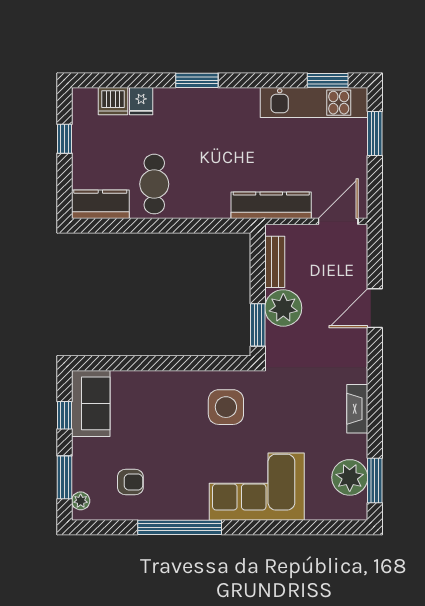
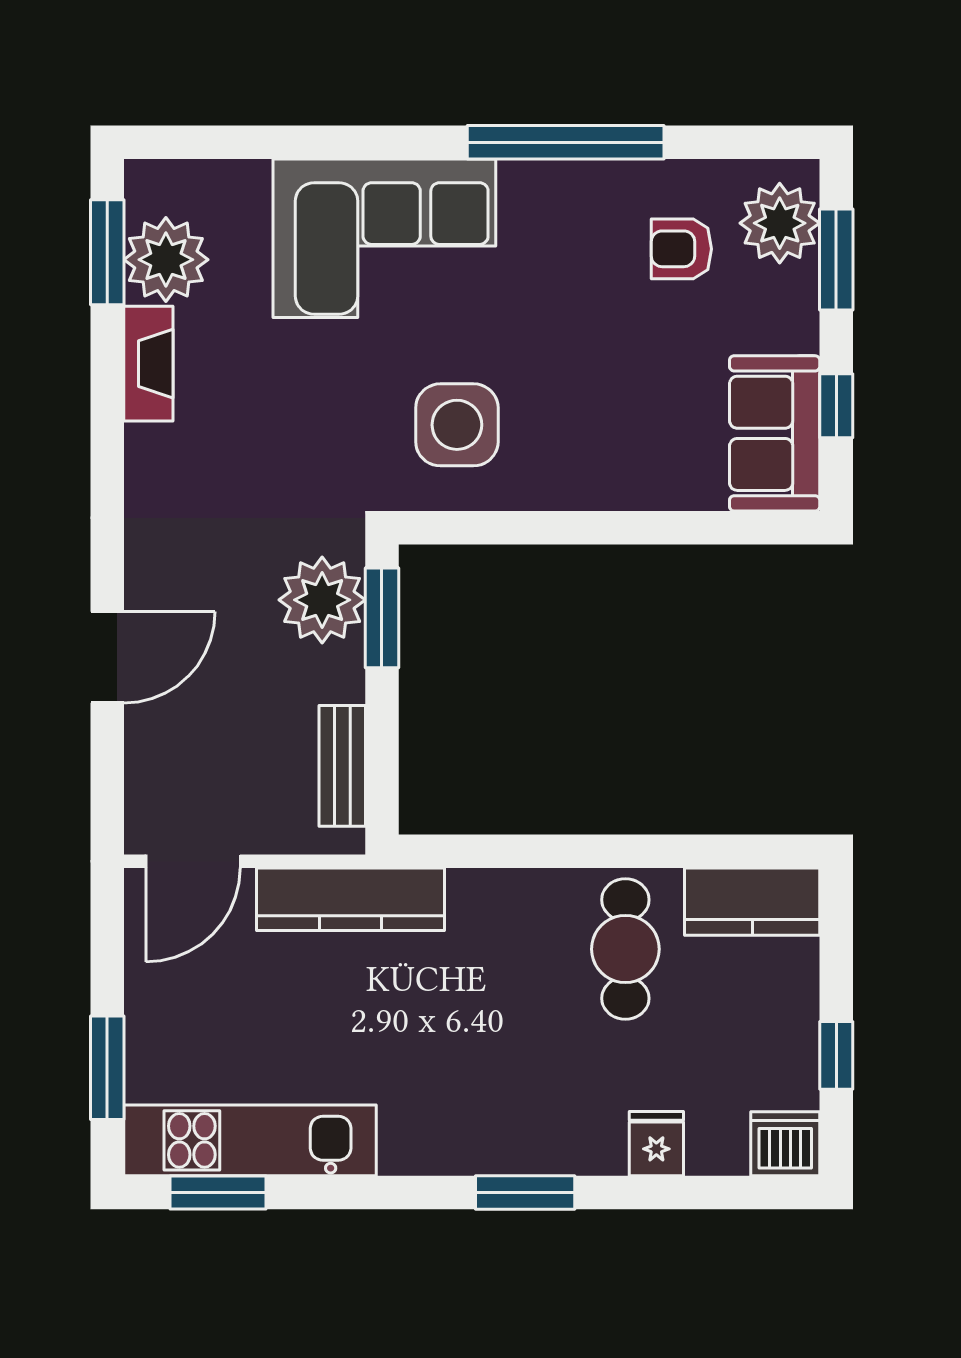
dishwasher: (113, 101) -> (785, 1144), moved
plant: (283, 308) -> (322, 600), moved
fireplace: (357, 409) -> (148, 364), moved
plant: (81, 501) -> (780, 223), width x1.88, depth x1.88

